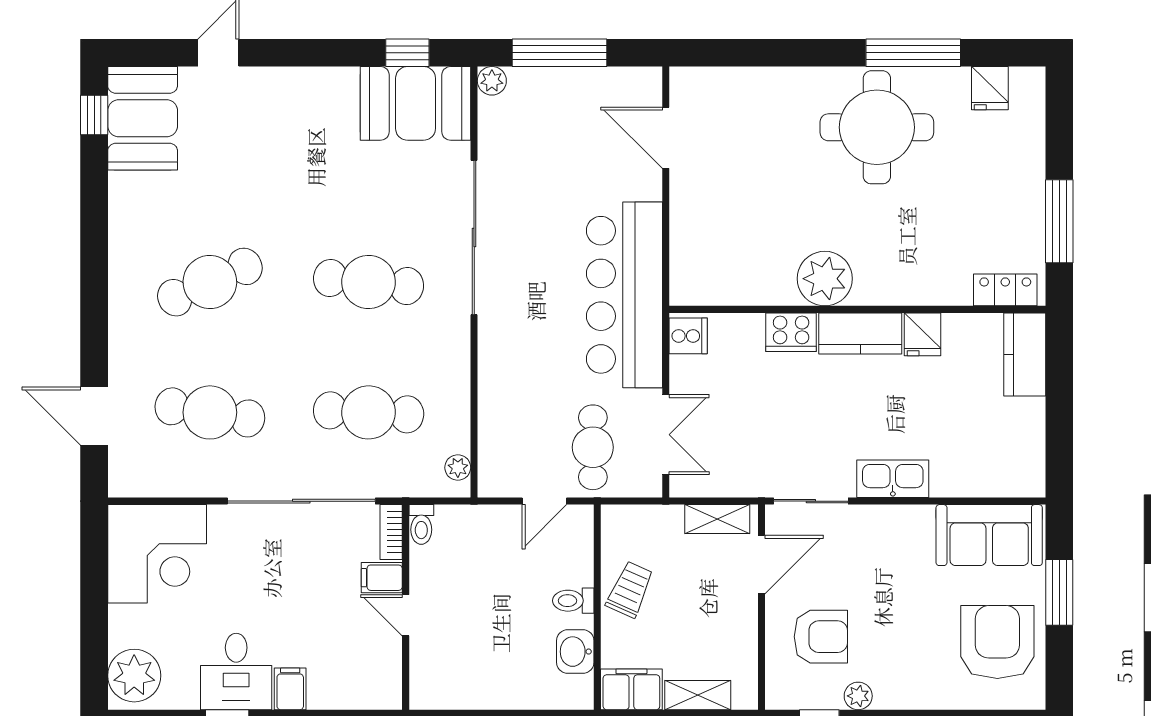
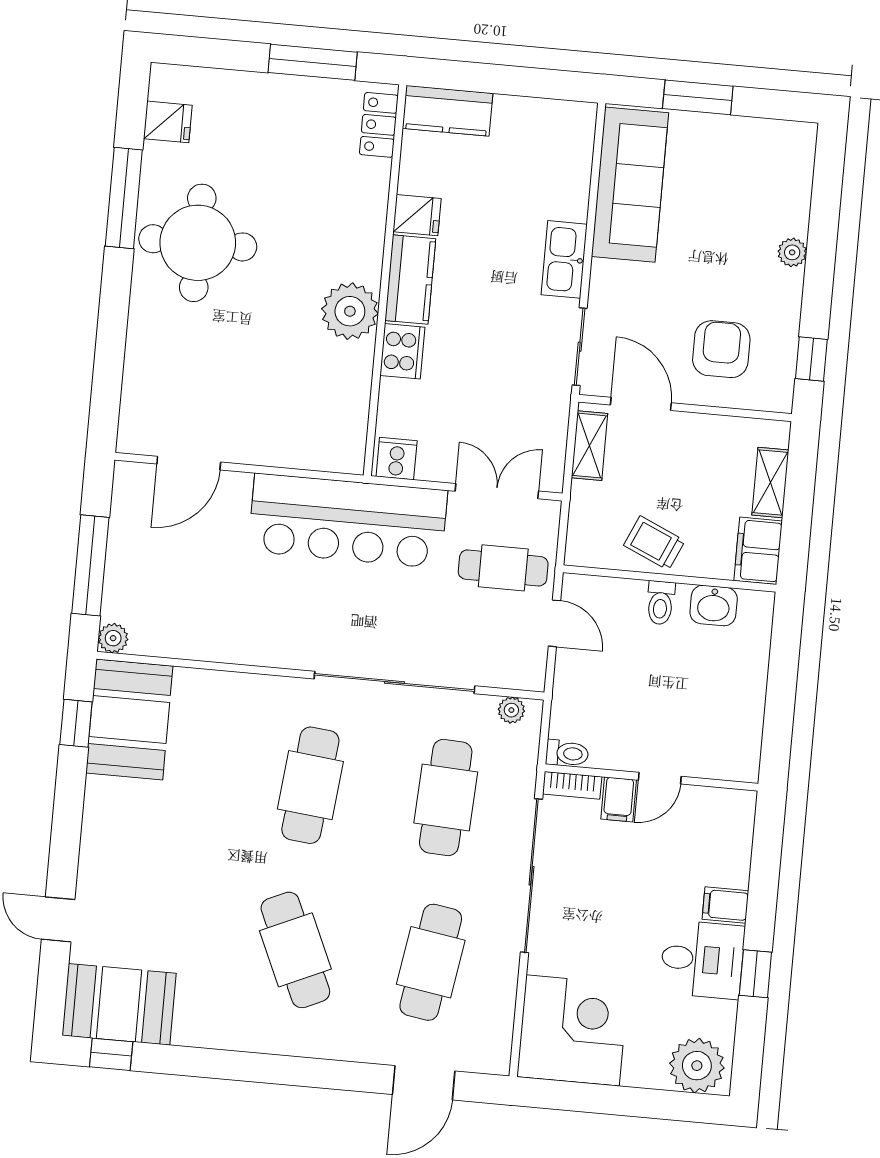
sliding door: (474, 237) -> (394, 682), moved
sofa: (989, 535) -> (630, 185), width x1.36
armchair: (997, 642) -> (744, 166), removed
plant: (858, 696) -> (792, 252), moved

